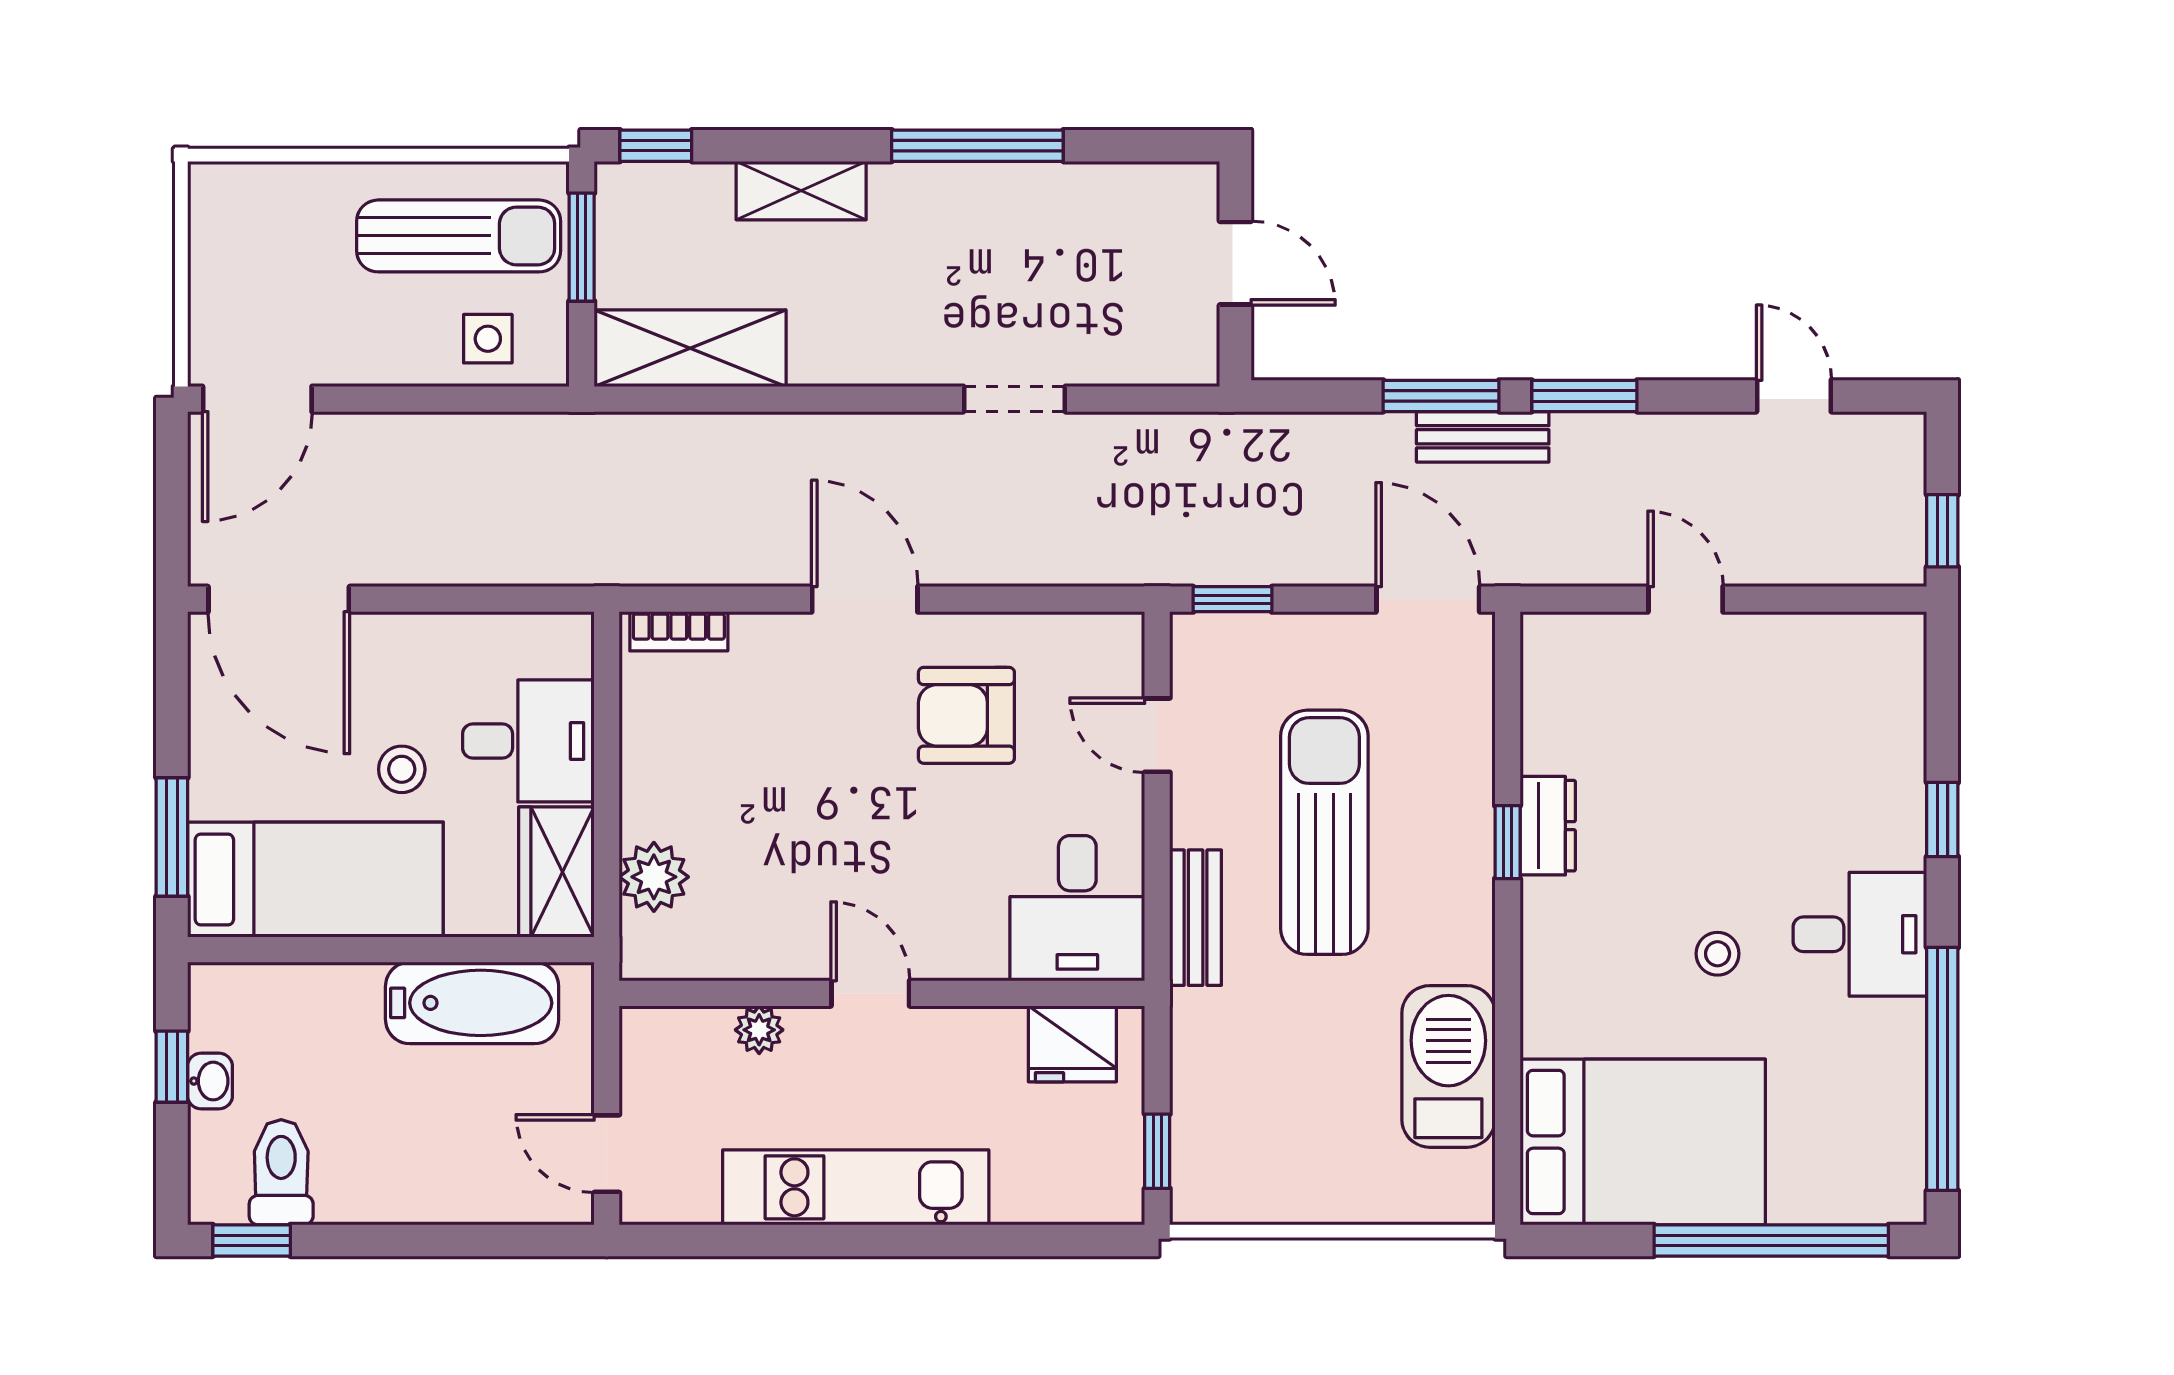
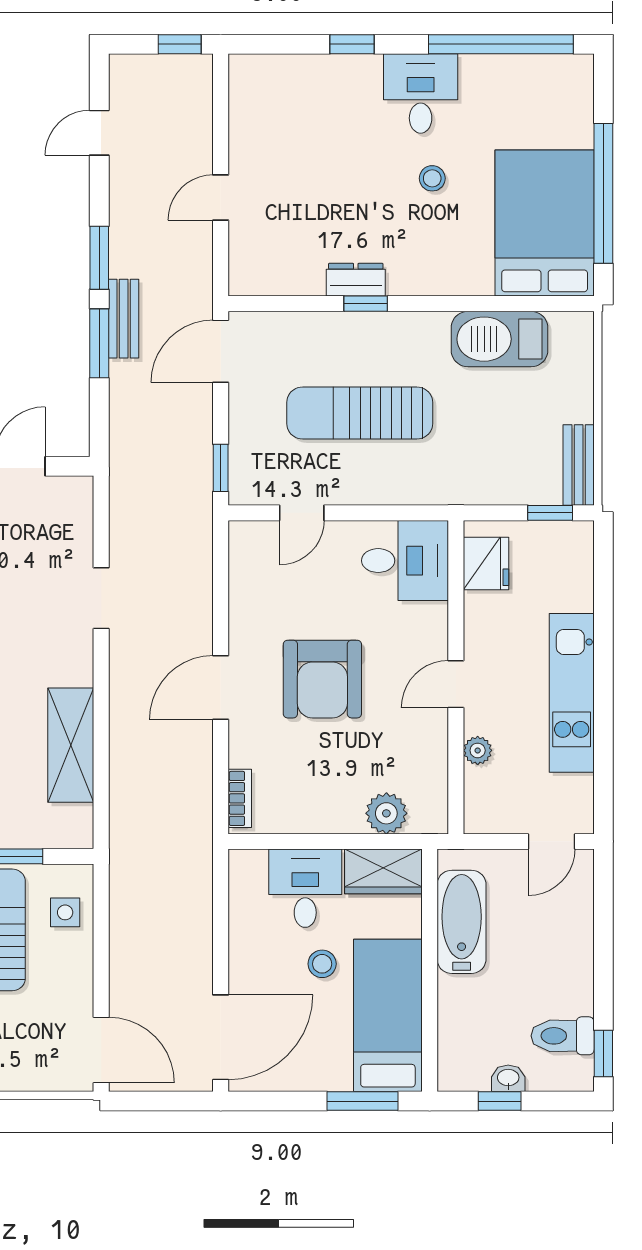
shelving: (690, 348) -> (71, 745), moved
armchair: (966, 715) -> (322, 679), moved, width x1.36, depth x1.36
bench: (1196, 918) -> (579, 465), moved, turned 90
window: (1771, 1240) -> (603, 193), moved

